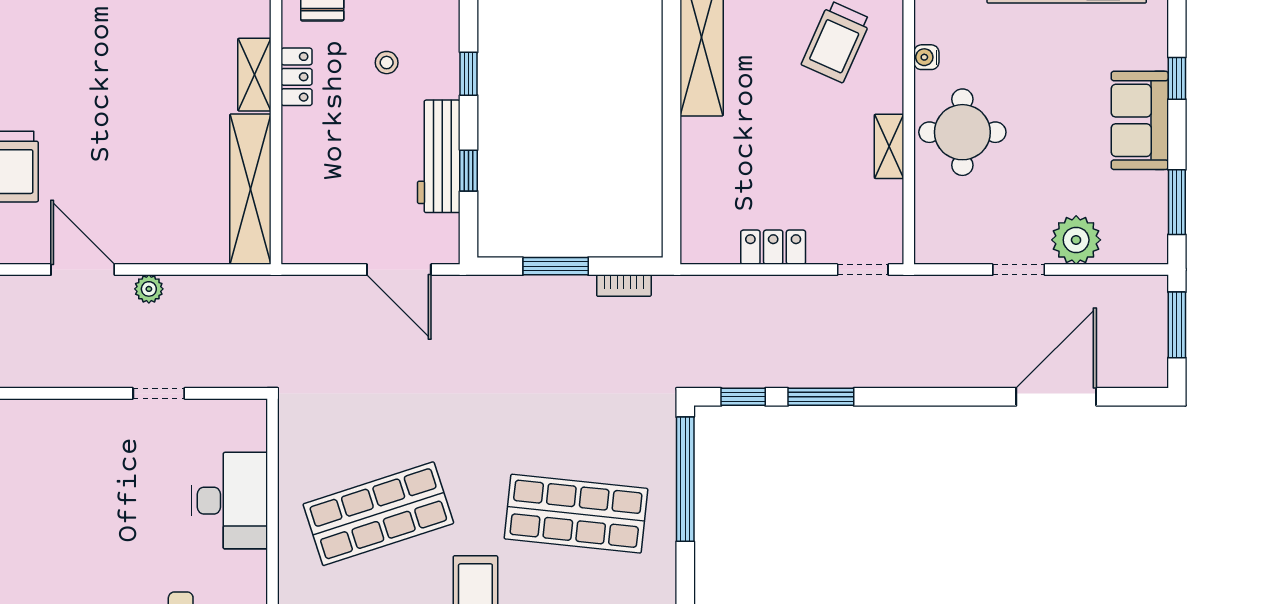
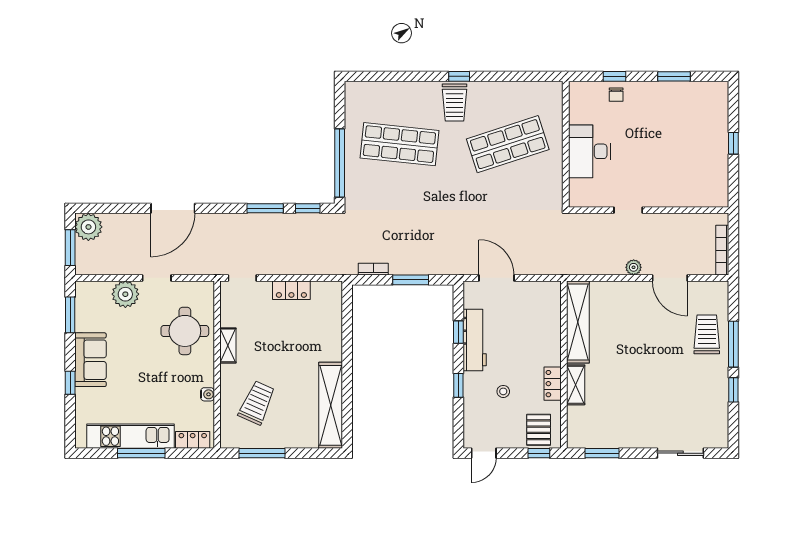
round table: (962, 132) -> (185, 331), moved
plant: (1143, 363) -> (88, 227), added
door: (1056, 397) -> (173, 208), moved

